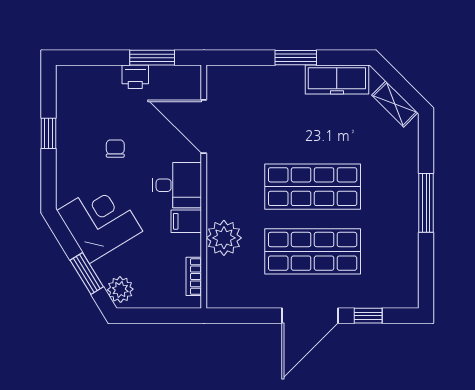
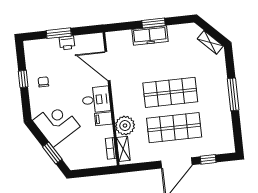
window: (152, 58) -> (59, 33), moved
freezer: (337, 79) -> (150, 35), moved
chair: (115, 149) -> (43, 82), moved
shelving: (216, 280) -> (123, 149), added
plant: (120, 290) -> (71, 160), removed

